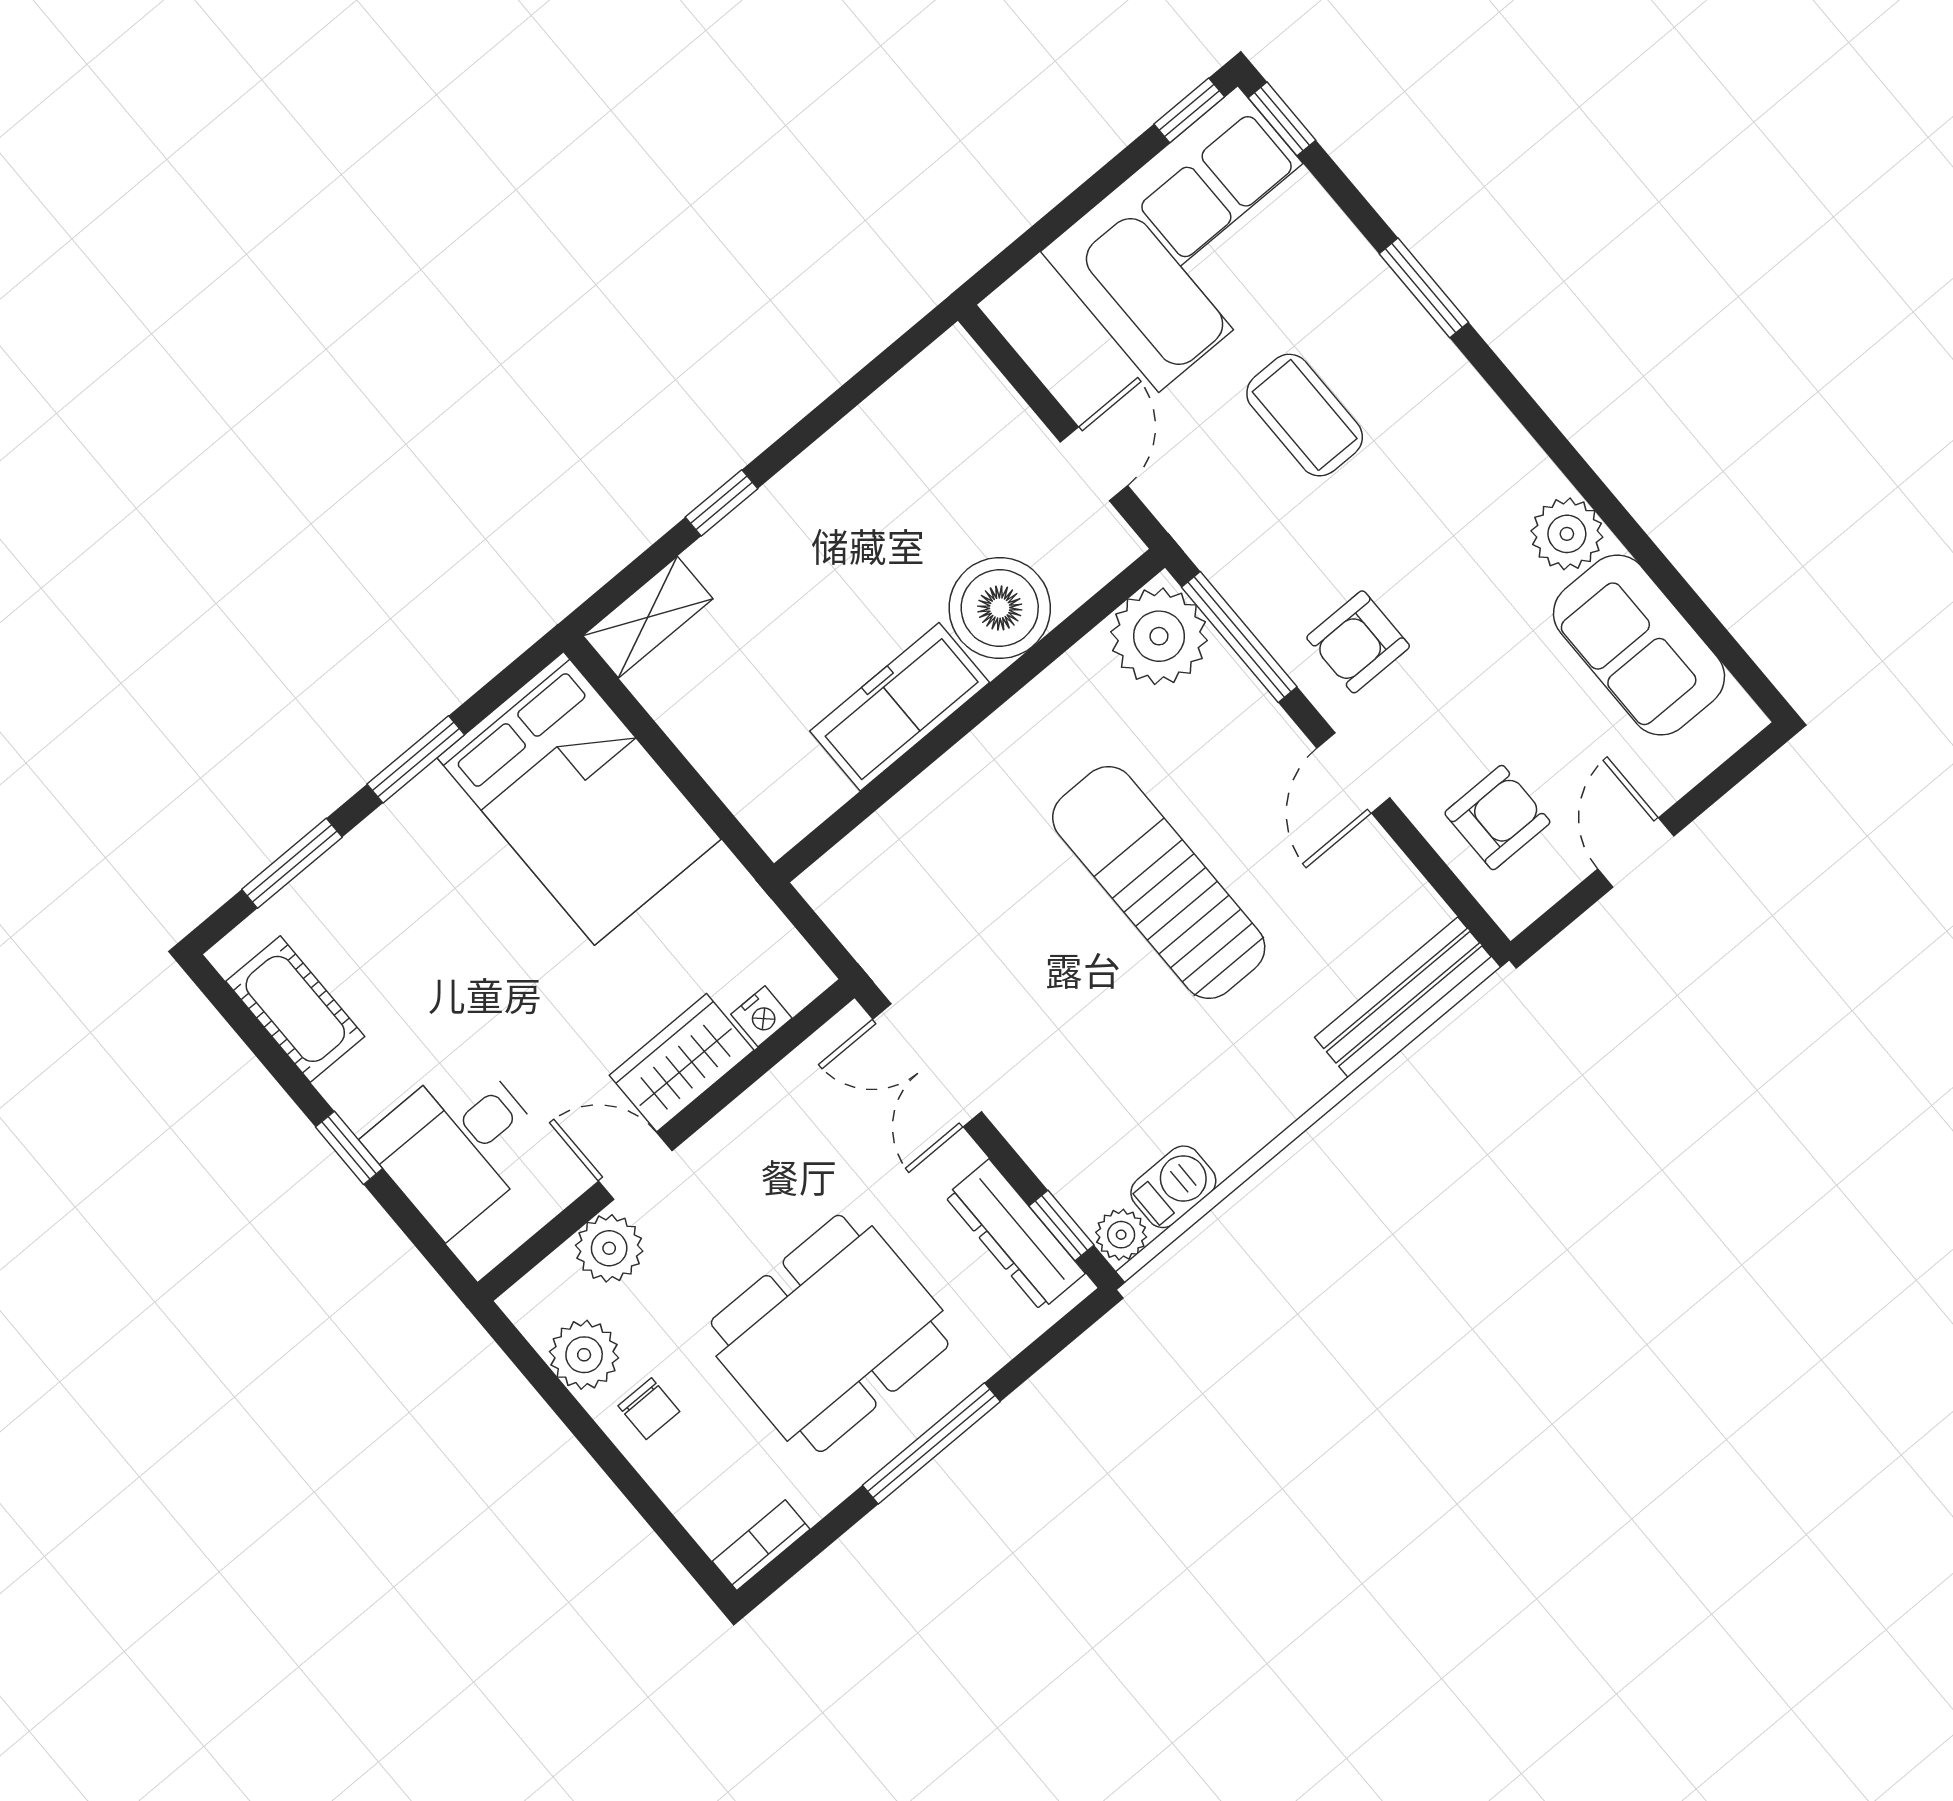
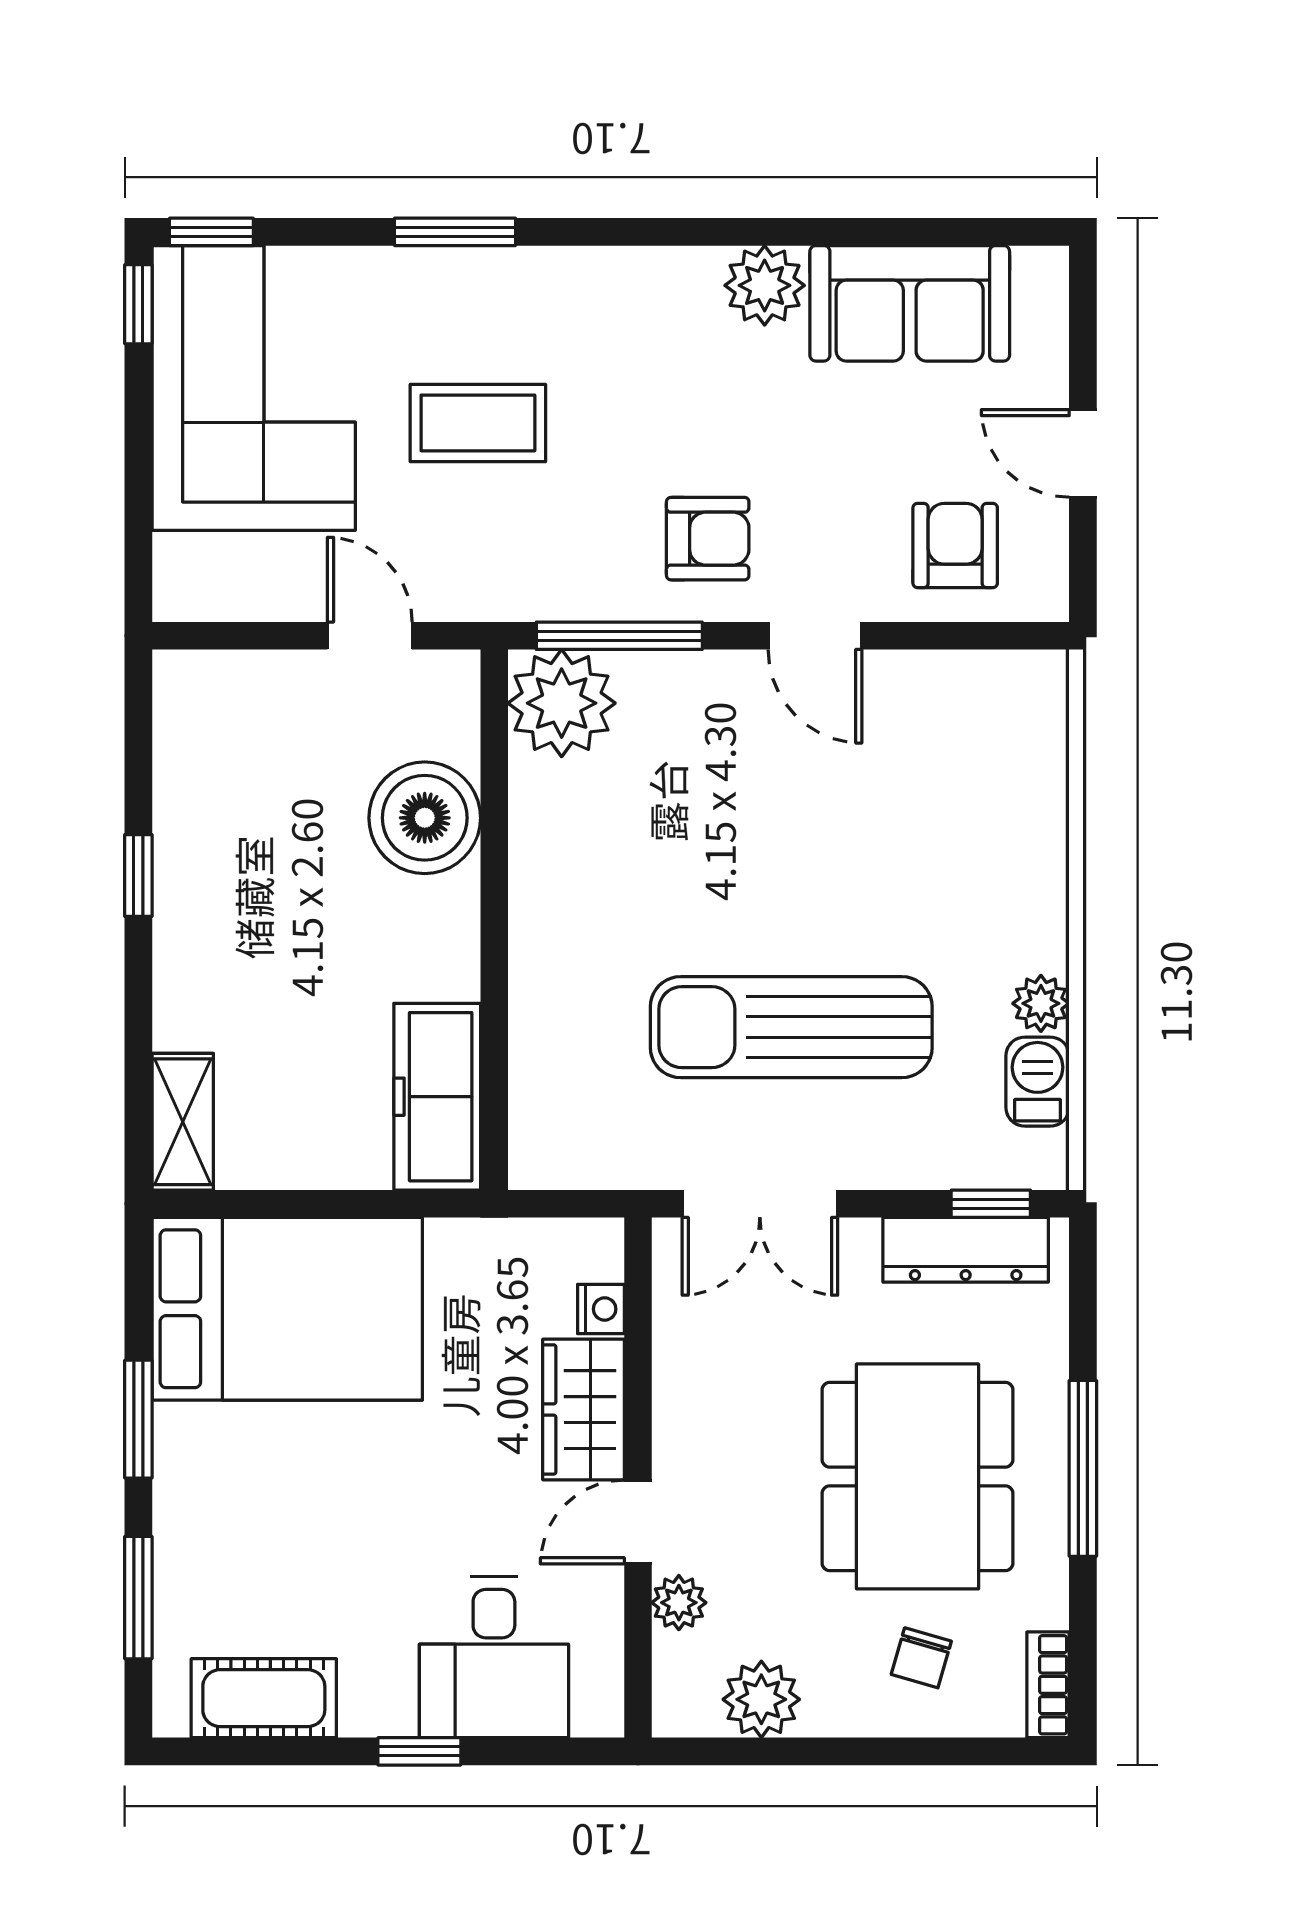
window: (722, 503) -> (138, 875), moved
armchair: (1358, 642) -> (708, 539), turned -90
freezer: (900, 707) -> (437, 1097), moved
sun lounger: (1159, 883) -> (791, 1027), moved
bench: (1403, 997) -> (1040, 753), removed
plant: (1121, 1235) -> (1041, 1003), moved
plant: (609, 1248) -> (679, 1603), width x0.73, depth x0.73
chair: (649, 1409) -> (921, 1658), moved, turned 106

